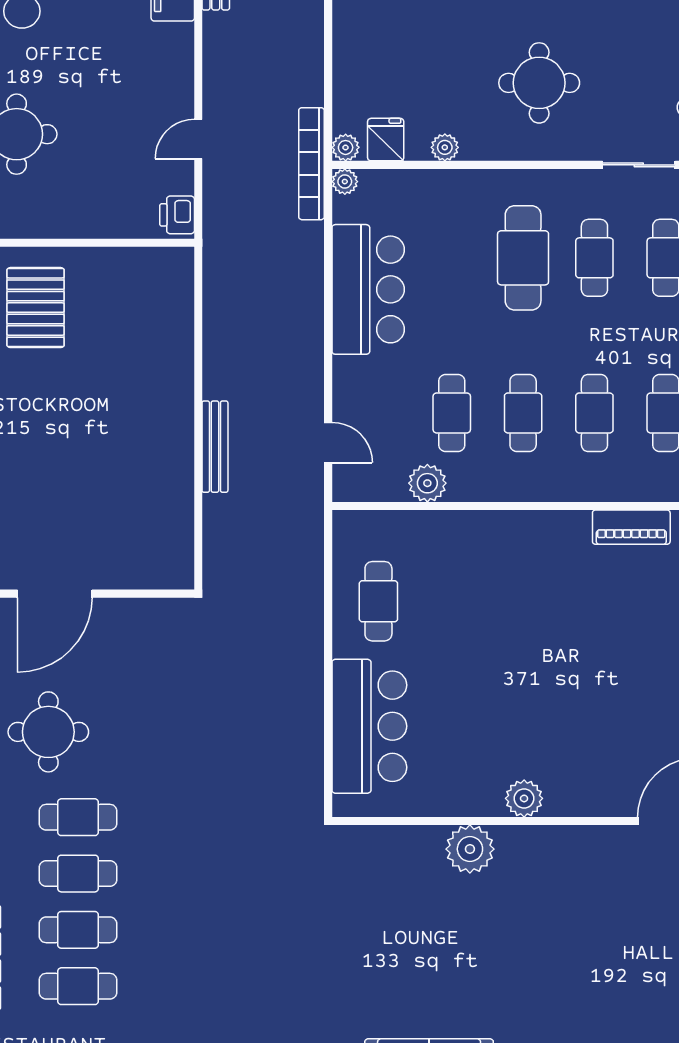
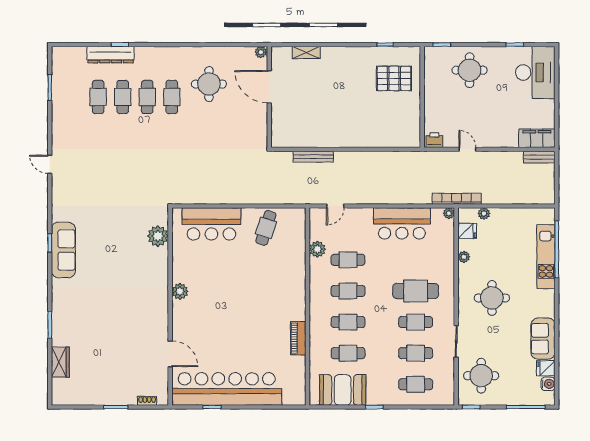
plant: (346, 147) -> (484, 214), moved
bench: (215, 447) -> (313, 157), moved
cafe table: (378, 601) -> (266, 228), turned -72
plant: (470, 849) -> (158, 236), moved

